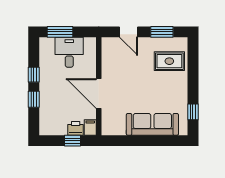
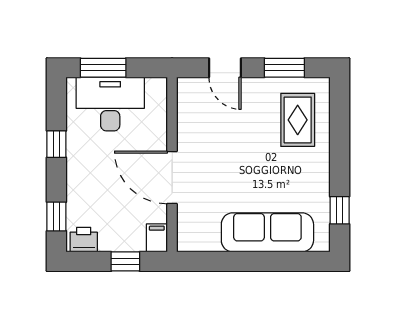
desk: (69, 52) -> (110, 104), width x1.37
rug: (169, 61) -> (298, 120), turned 90
window: (34, 99) -> (56, 216), moved
printer: (76, 128) -> (84, 240), moved

